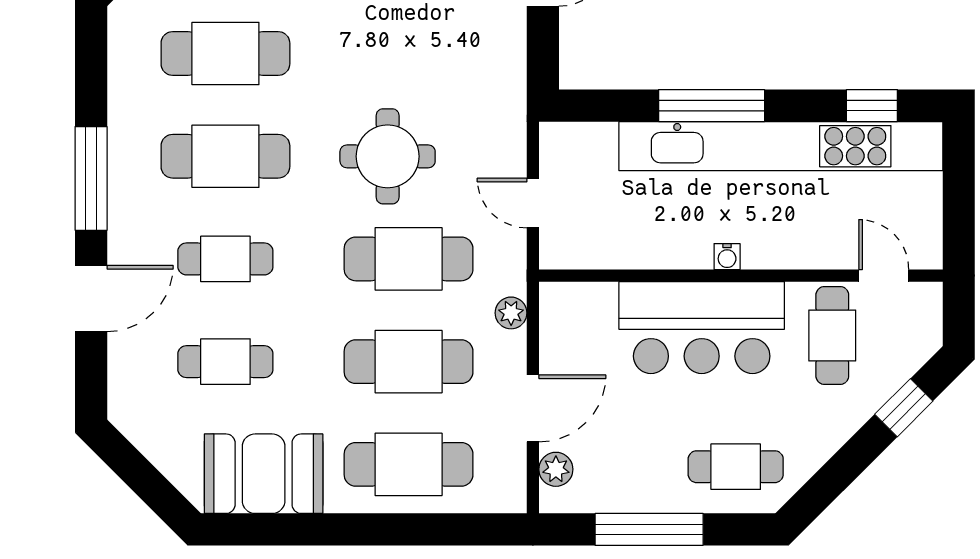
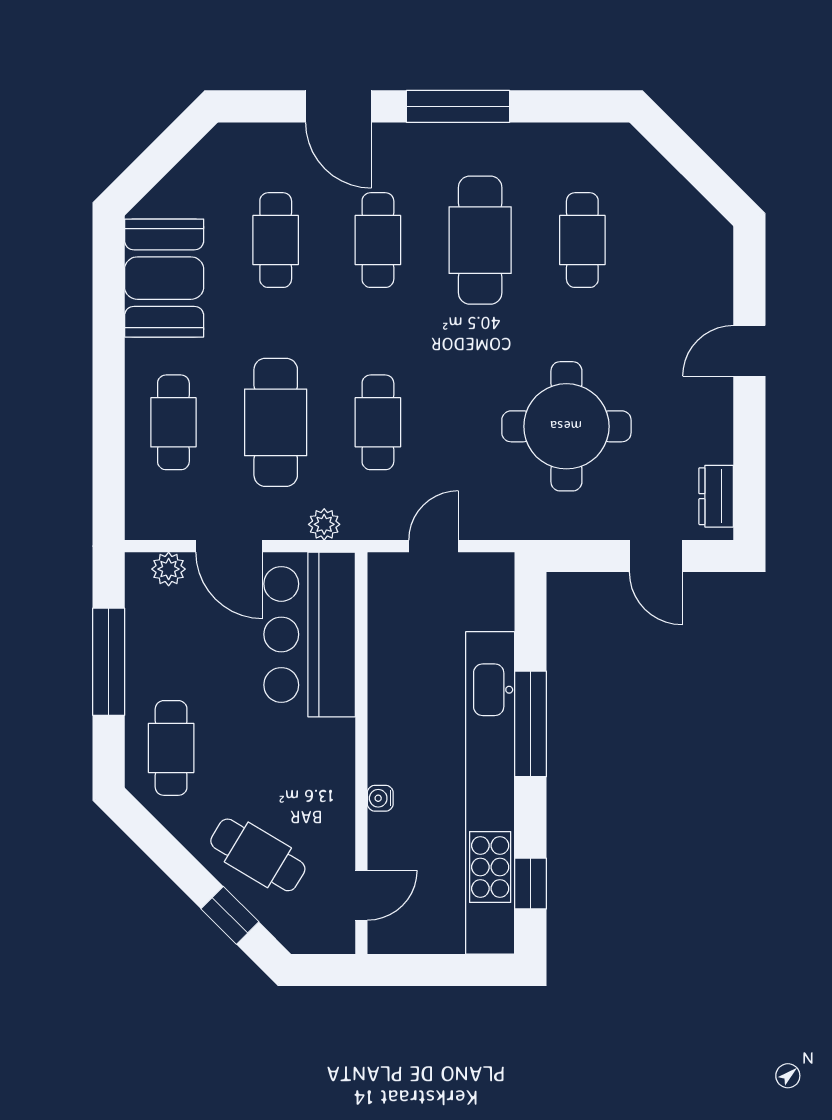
cafe table: (225, 54) -> (582, 240), width x0.73, depth x0.74
round table: (388, 156) -> (566, 426), moved, width x1.36, depth x1.36
water cooler: (727, 257) -> (380, 798), moved
cafe table: (409, 259) -> (378, 422), width x0.73, depth x0.74
bar counter: (702, 328) -> (310, 634), moved
cafe table: (832, 335) -> (258, 855), moved, turned 31
cafe table: (409, 464) -> (173, 422), width x0.73, depth x0.74

